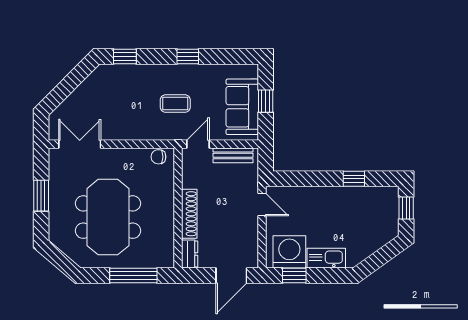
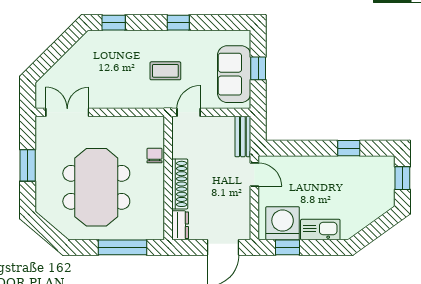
bench: (233, 155) -> (243, 137), moved, turned 90
chair: (158, 157) -> (155, 156), moved, turned 90

